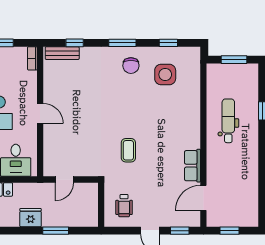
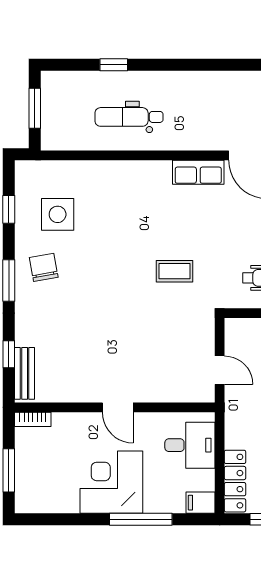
chair: (131, 66) -> (44, 267), turned -100
door: (40, 113) -> (118, 407), swing flipped

